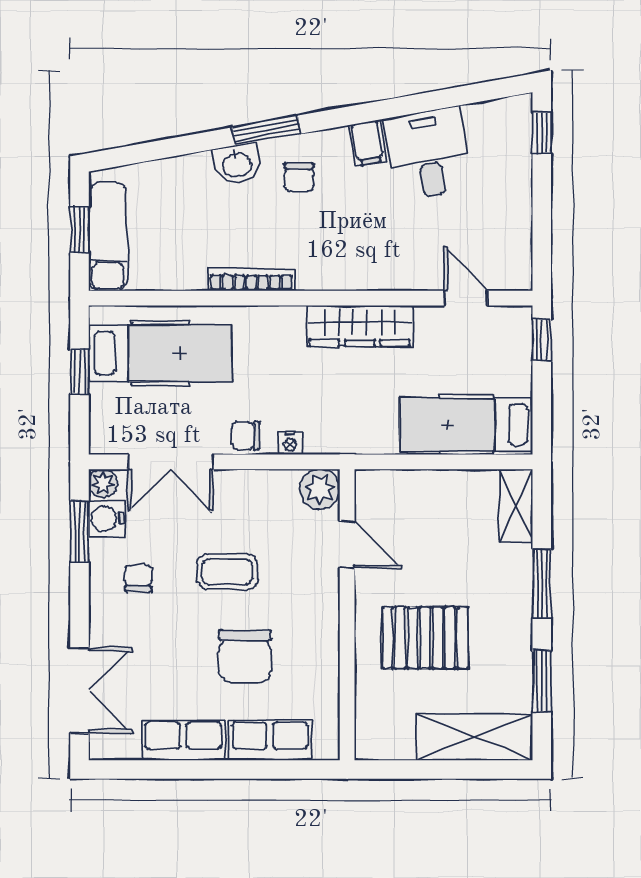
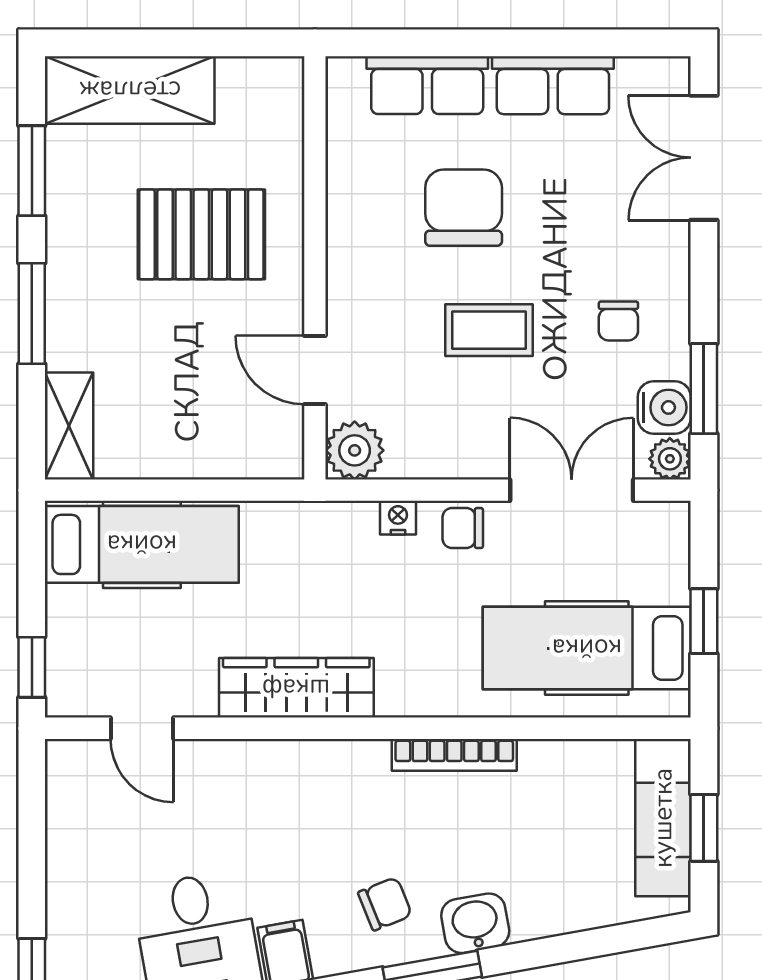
chair: (299, 177) -> (385, 904), turned 68
chair: (245, 436) -> (463, 528), turned 180

